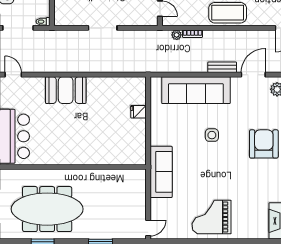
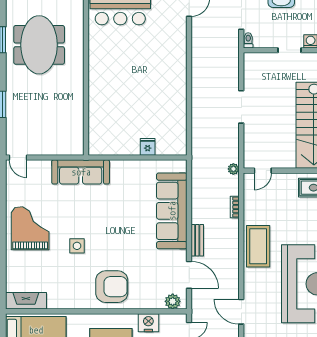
plant: (177, 35) -> (233, 169), moved
booth: (66, 90) -> (172, 66), removed
side table: (212, 135) -> (77, 246), moved
meeting table: (47, 209) -> (39, 45), width x0.73

